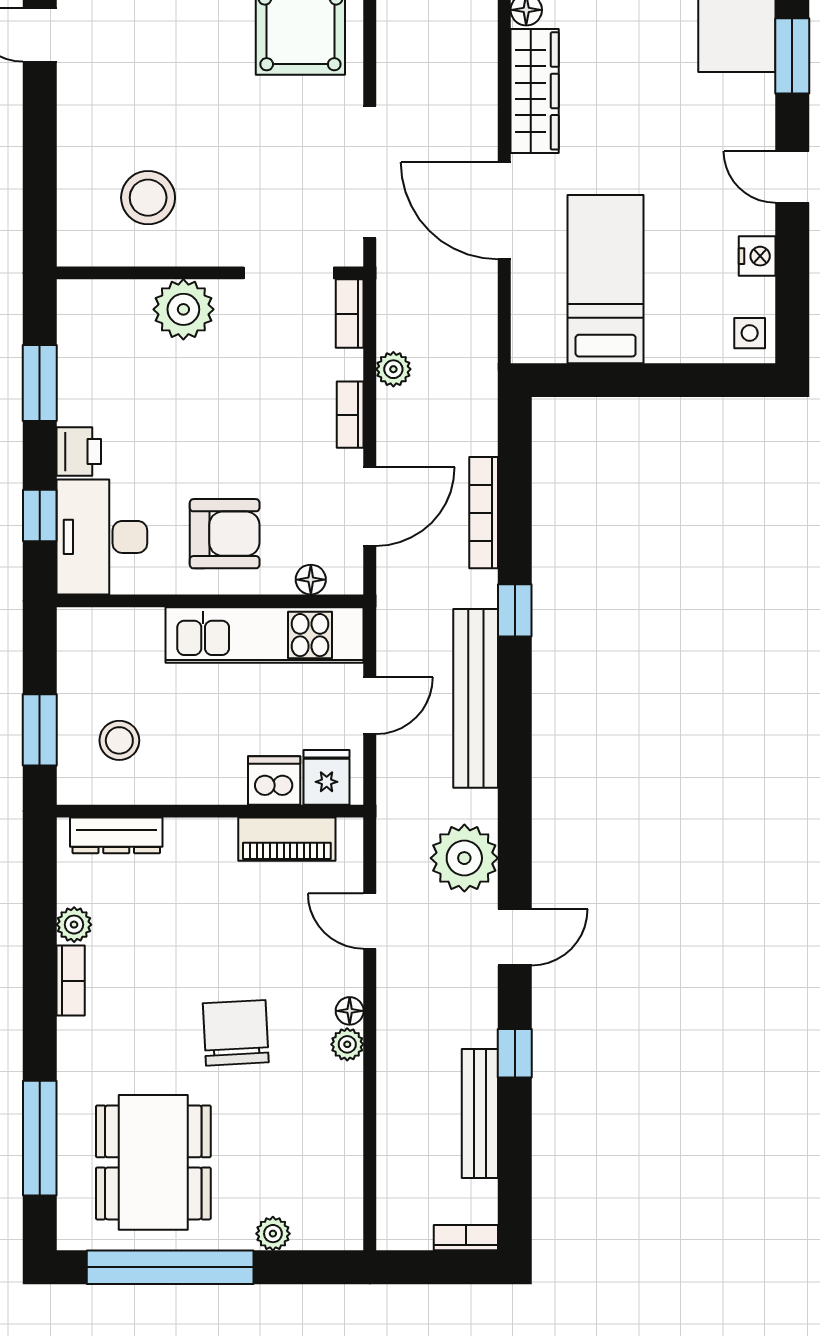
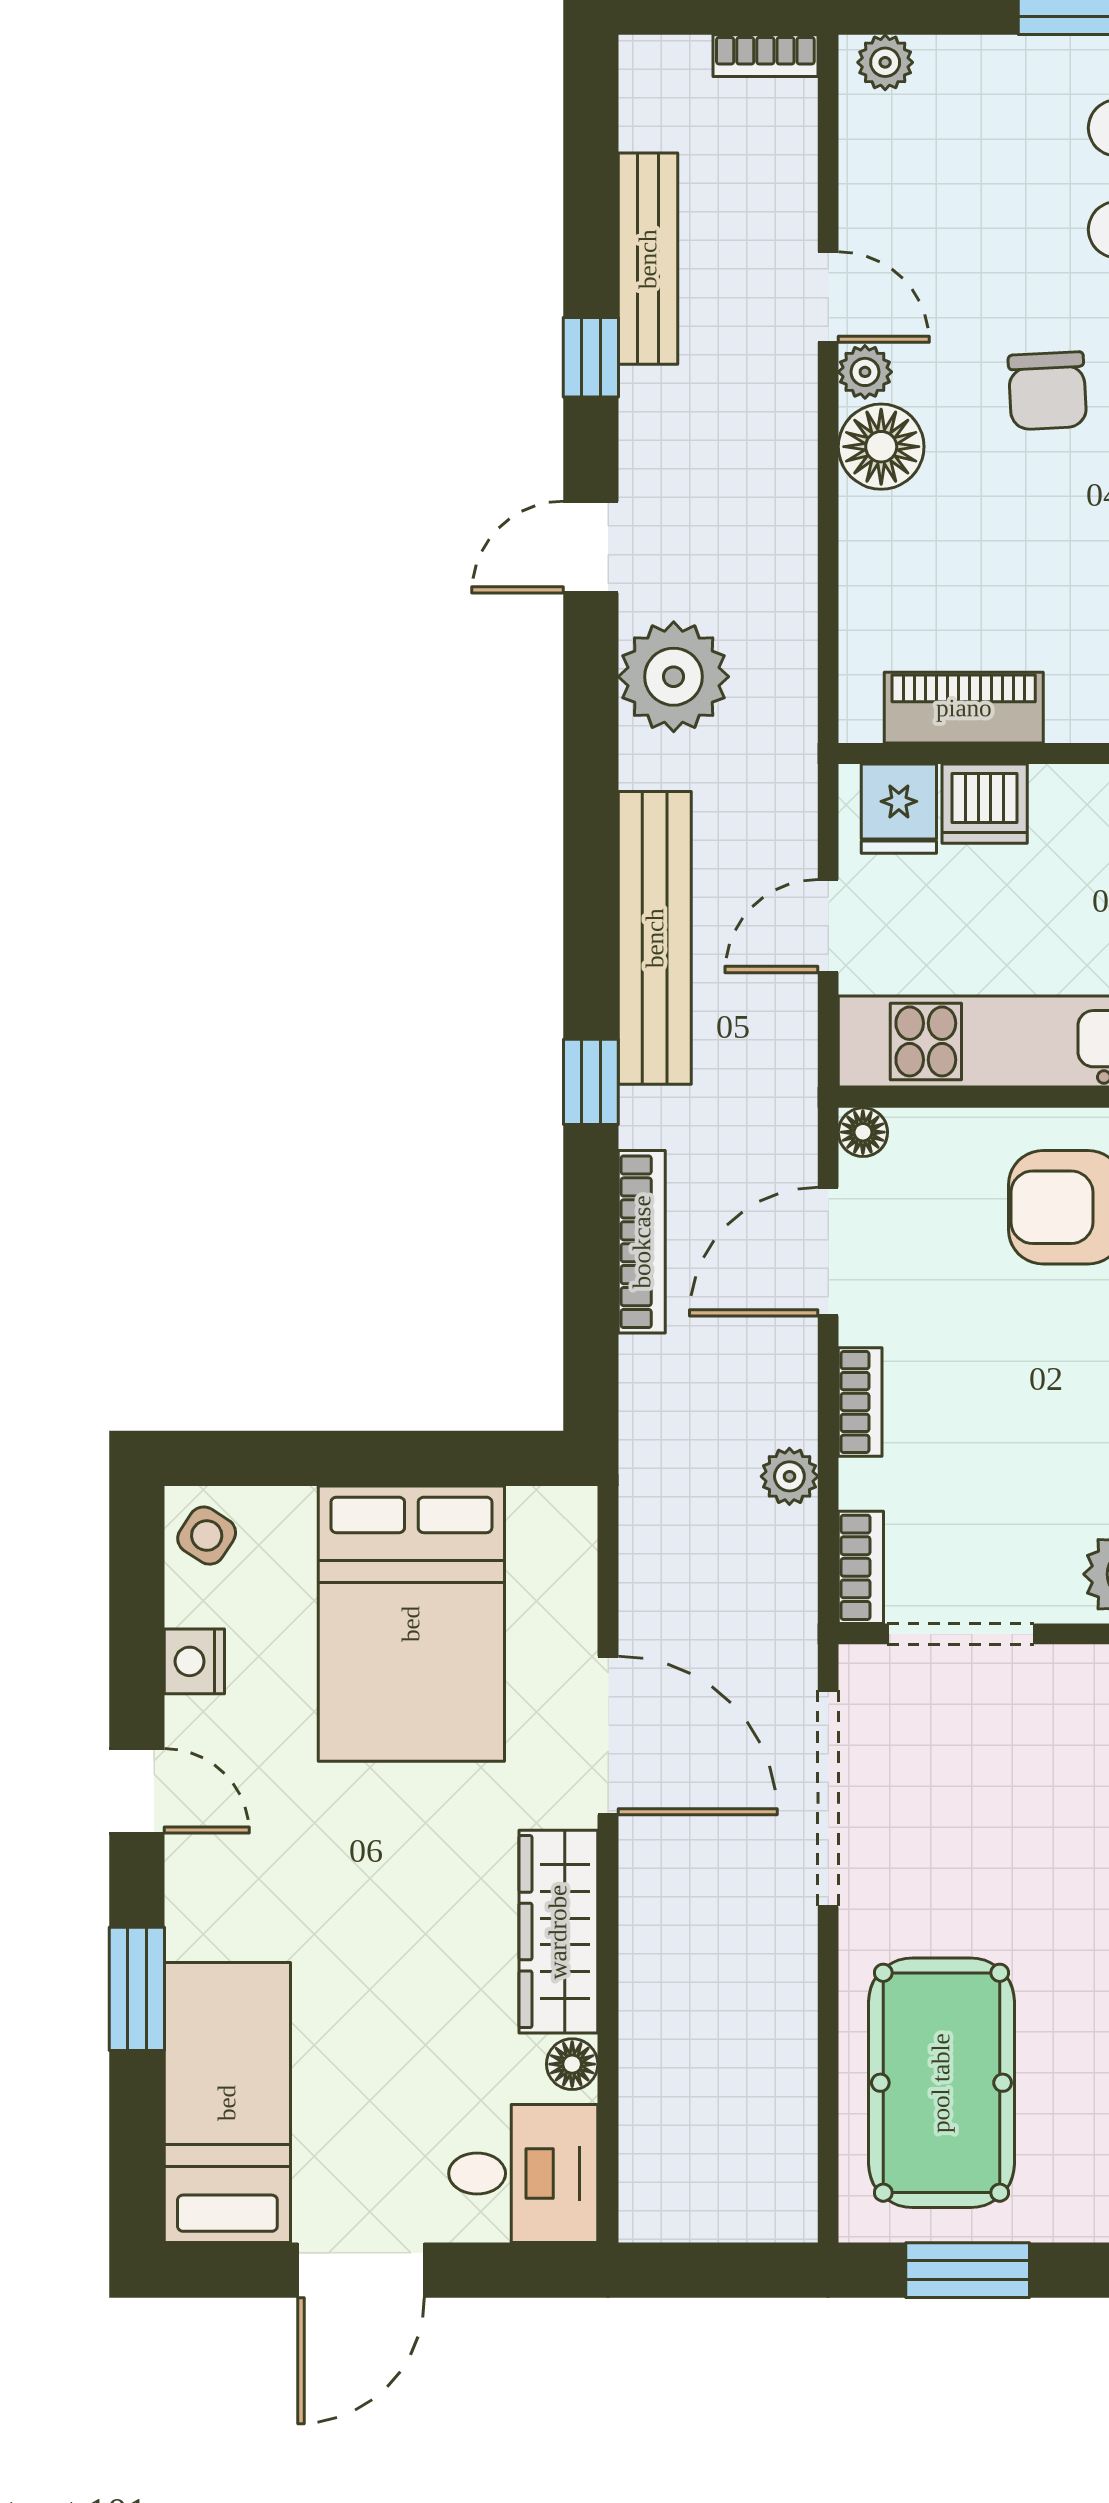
bed: (606, 279) -> (411, 1624), width x1.50
side table: (750, 333) -> (207, 1536), turned 33
floor lamp: (311, 580) -> (863, 1132), moved
door: (370, 921) -> (828, 297), moved
floor lamp: (350, 1011) -> (881, 447), width x1.89, depth x1.89
chair: (236, 1033) -> (1047, 391), width x0.73, depth x0.73
plant: (273, 1234) -> (885, 62), moved
bookcase: (466, 1238) -> (765, 56), moved

